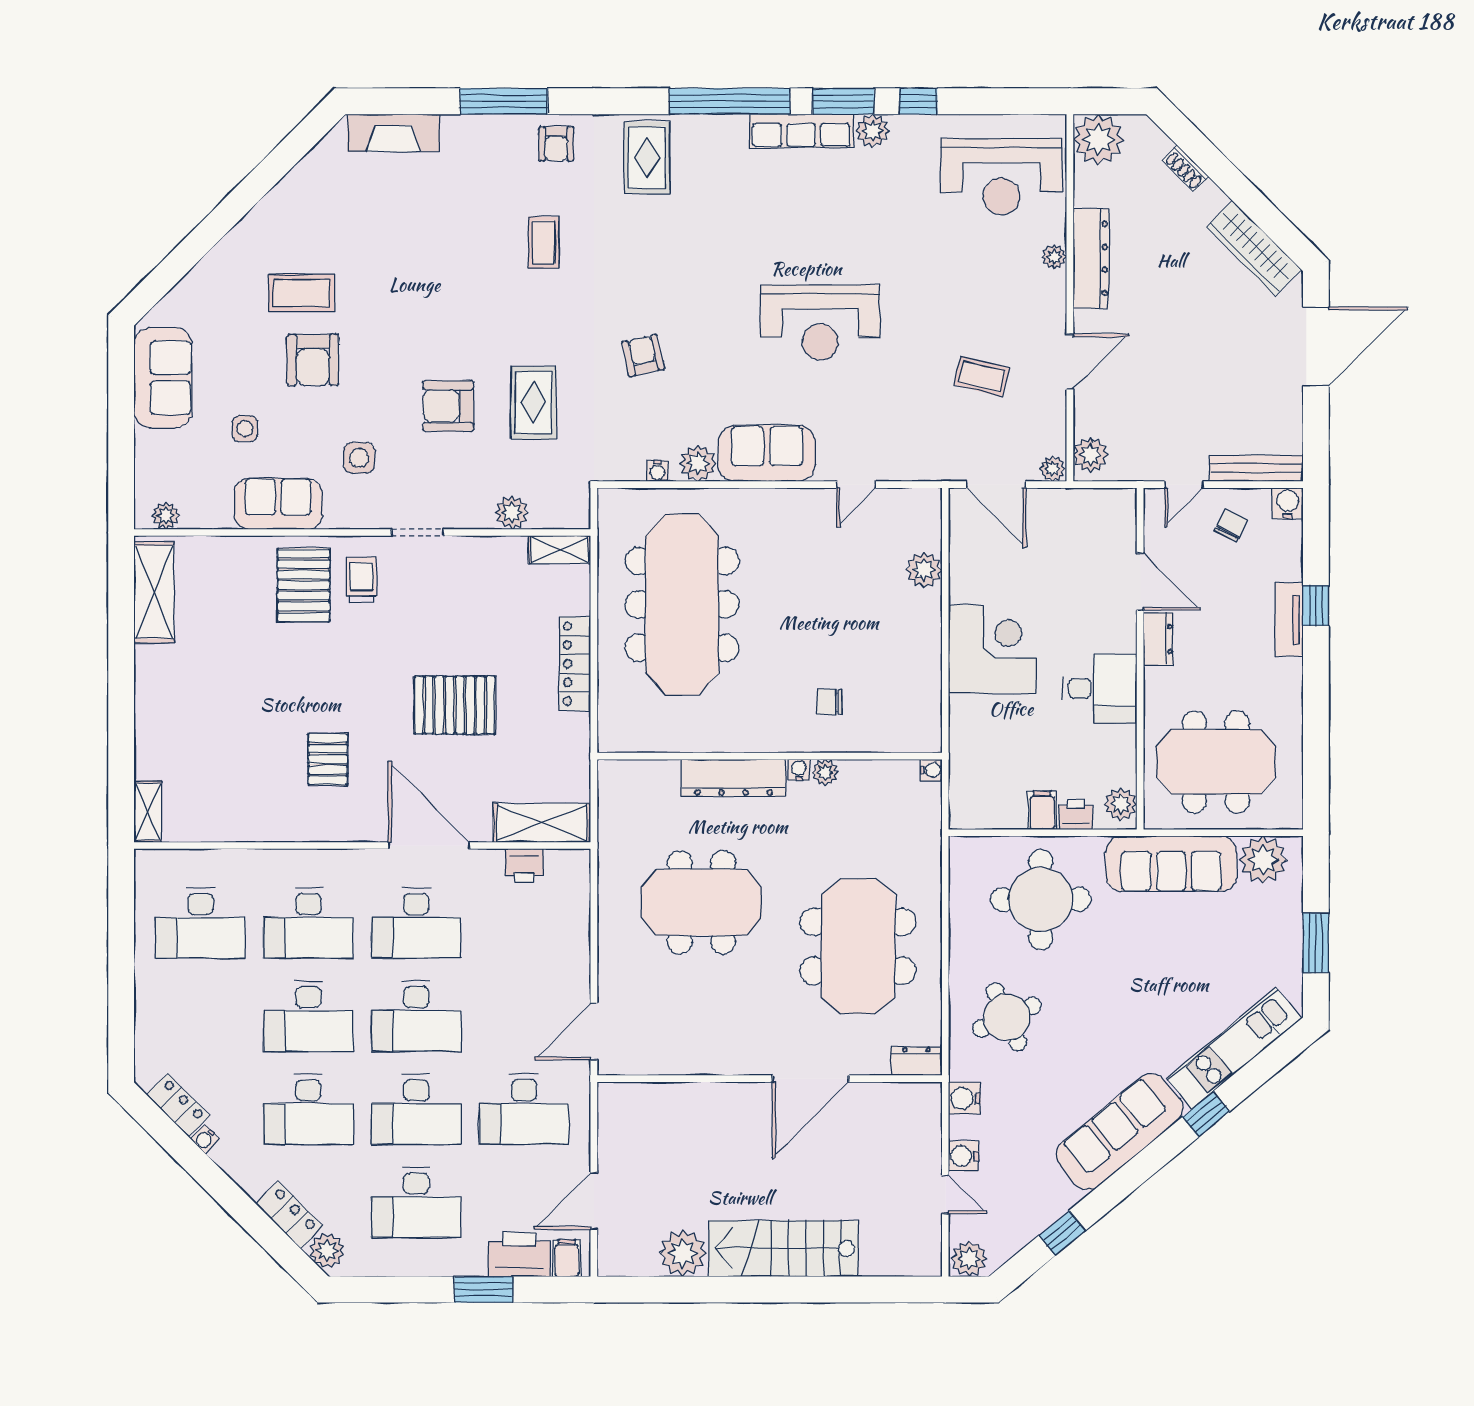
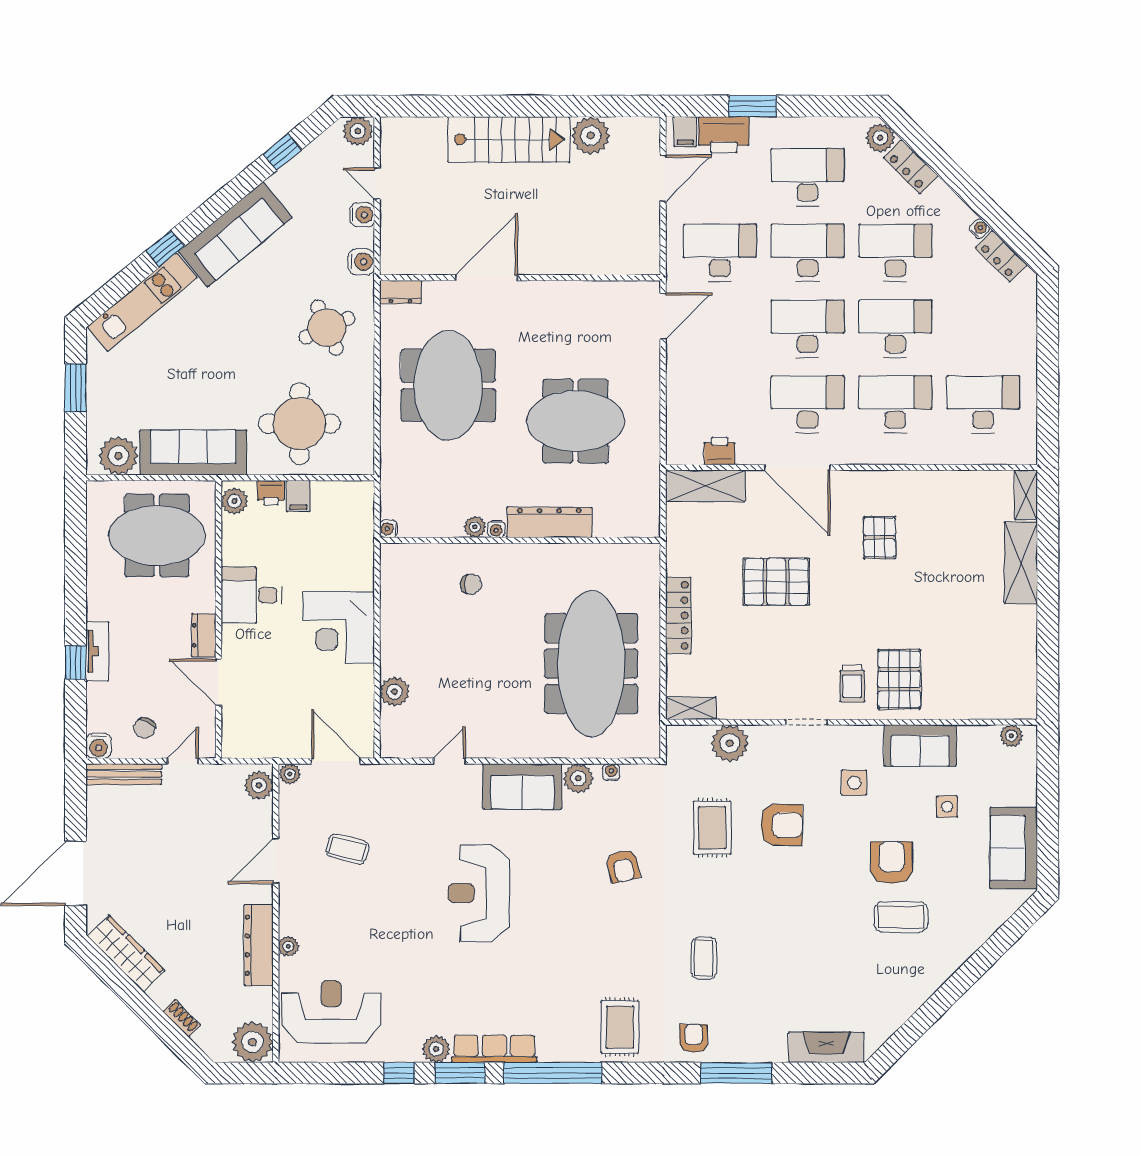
reception desk: (820, 322) -> (479, 893), turned -90
plant: (512, 513) -> (730, 743), width x1.36, depth x1.36
shelving: (154, 592) -> (1021, 563), moved

